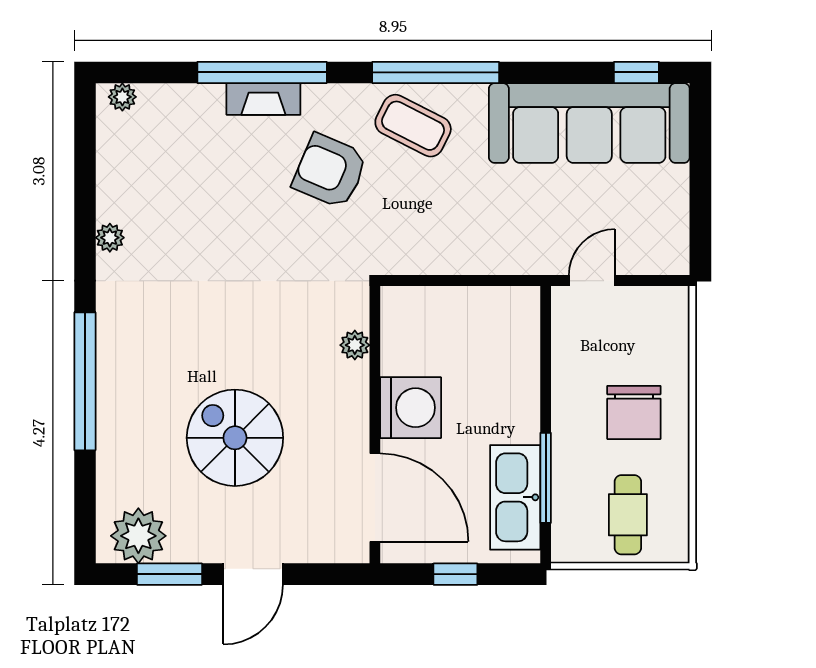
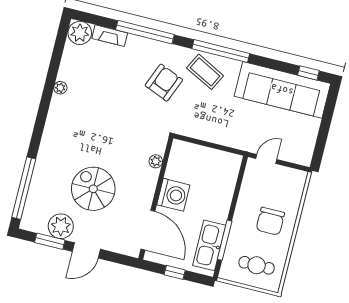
plant: (122, 97) -> (80, 33), width x1.88, depth x1.88
fireplace: (263, 99) -> (110, 36), moved
armchair: (330, 171) -> (164, 83), turned 89
window: (85, 381) -> (24, 188), moved
cafe table: (628, 515) -> (257, 265), turned 90
plant: (138, 536) -> (61, 226), moved

